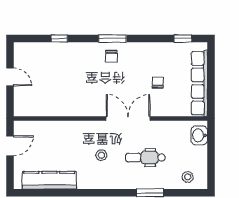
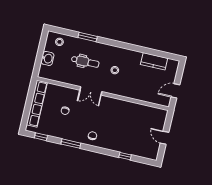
window: (112, 38) -> (71, 144), moved
double door: (128, 119) -> (91, 91), width x0.73
washbasin: (199, 135) -> (47, 58), moved
kitchen counter: (49, 180) -> (154, 61), width x0.67

